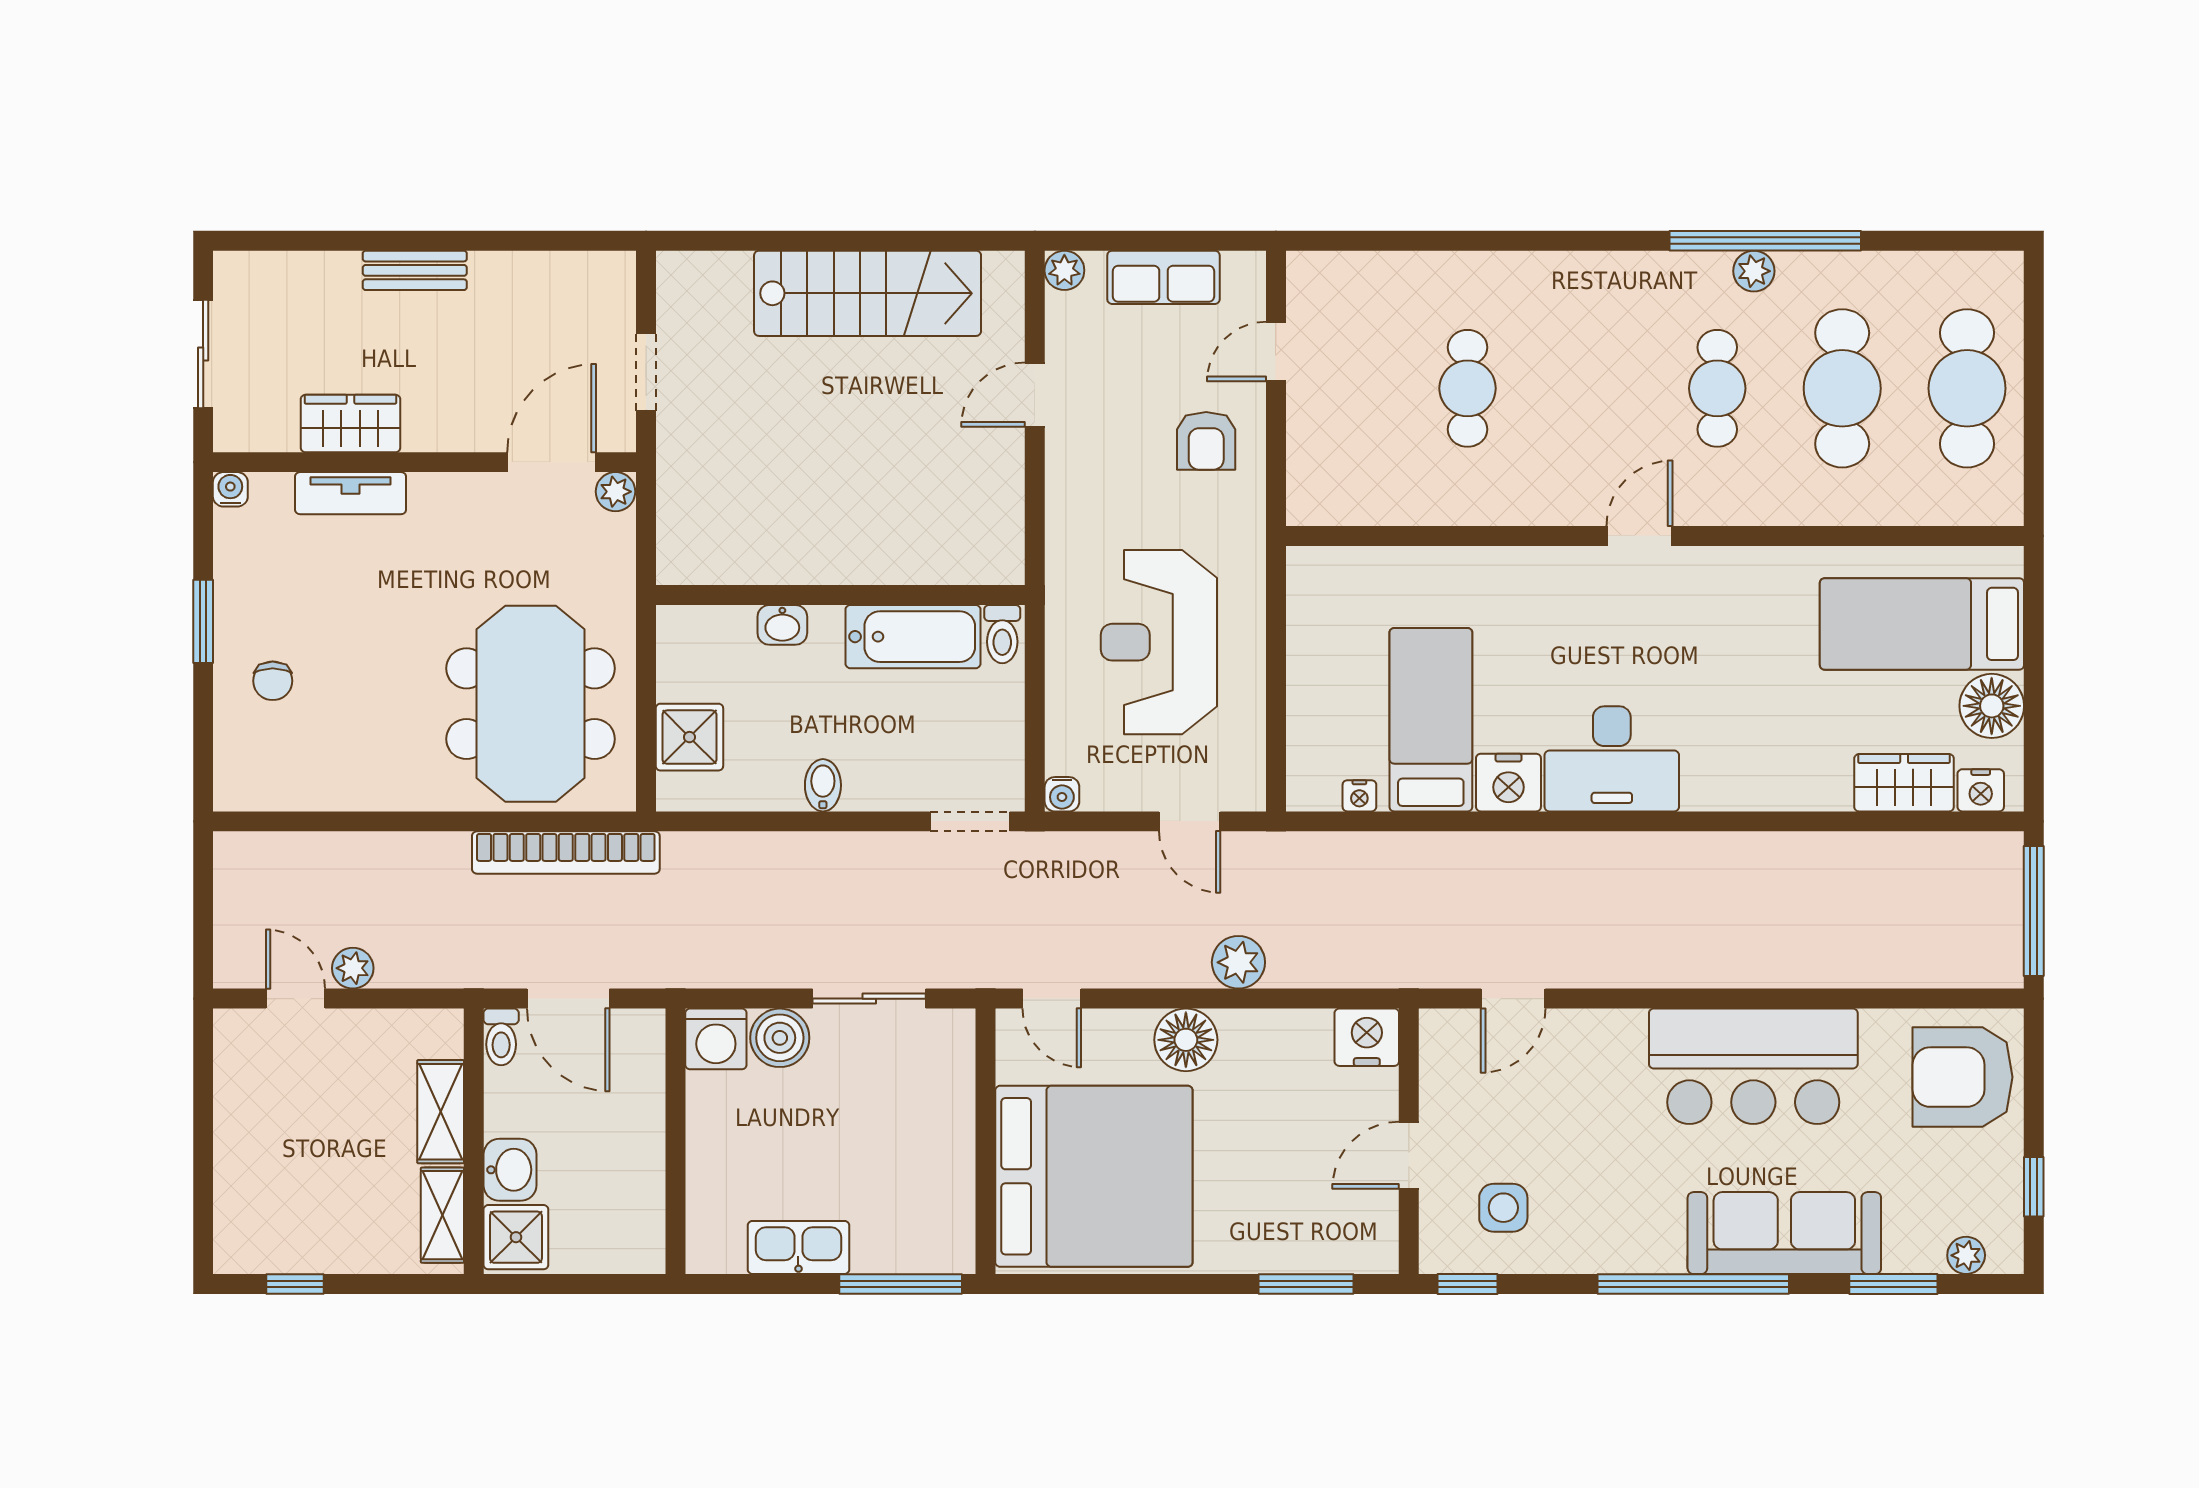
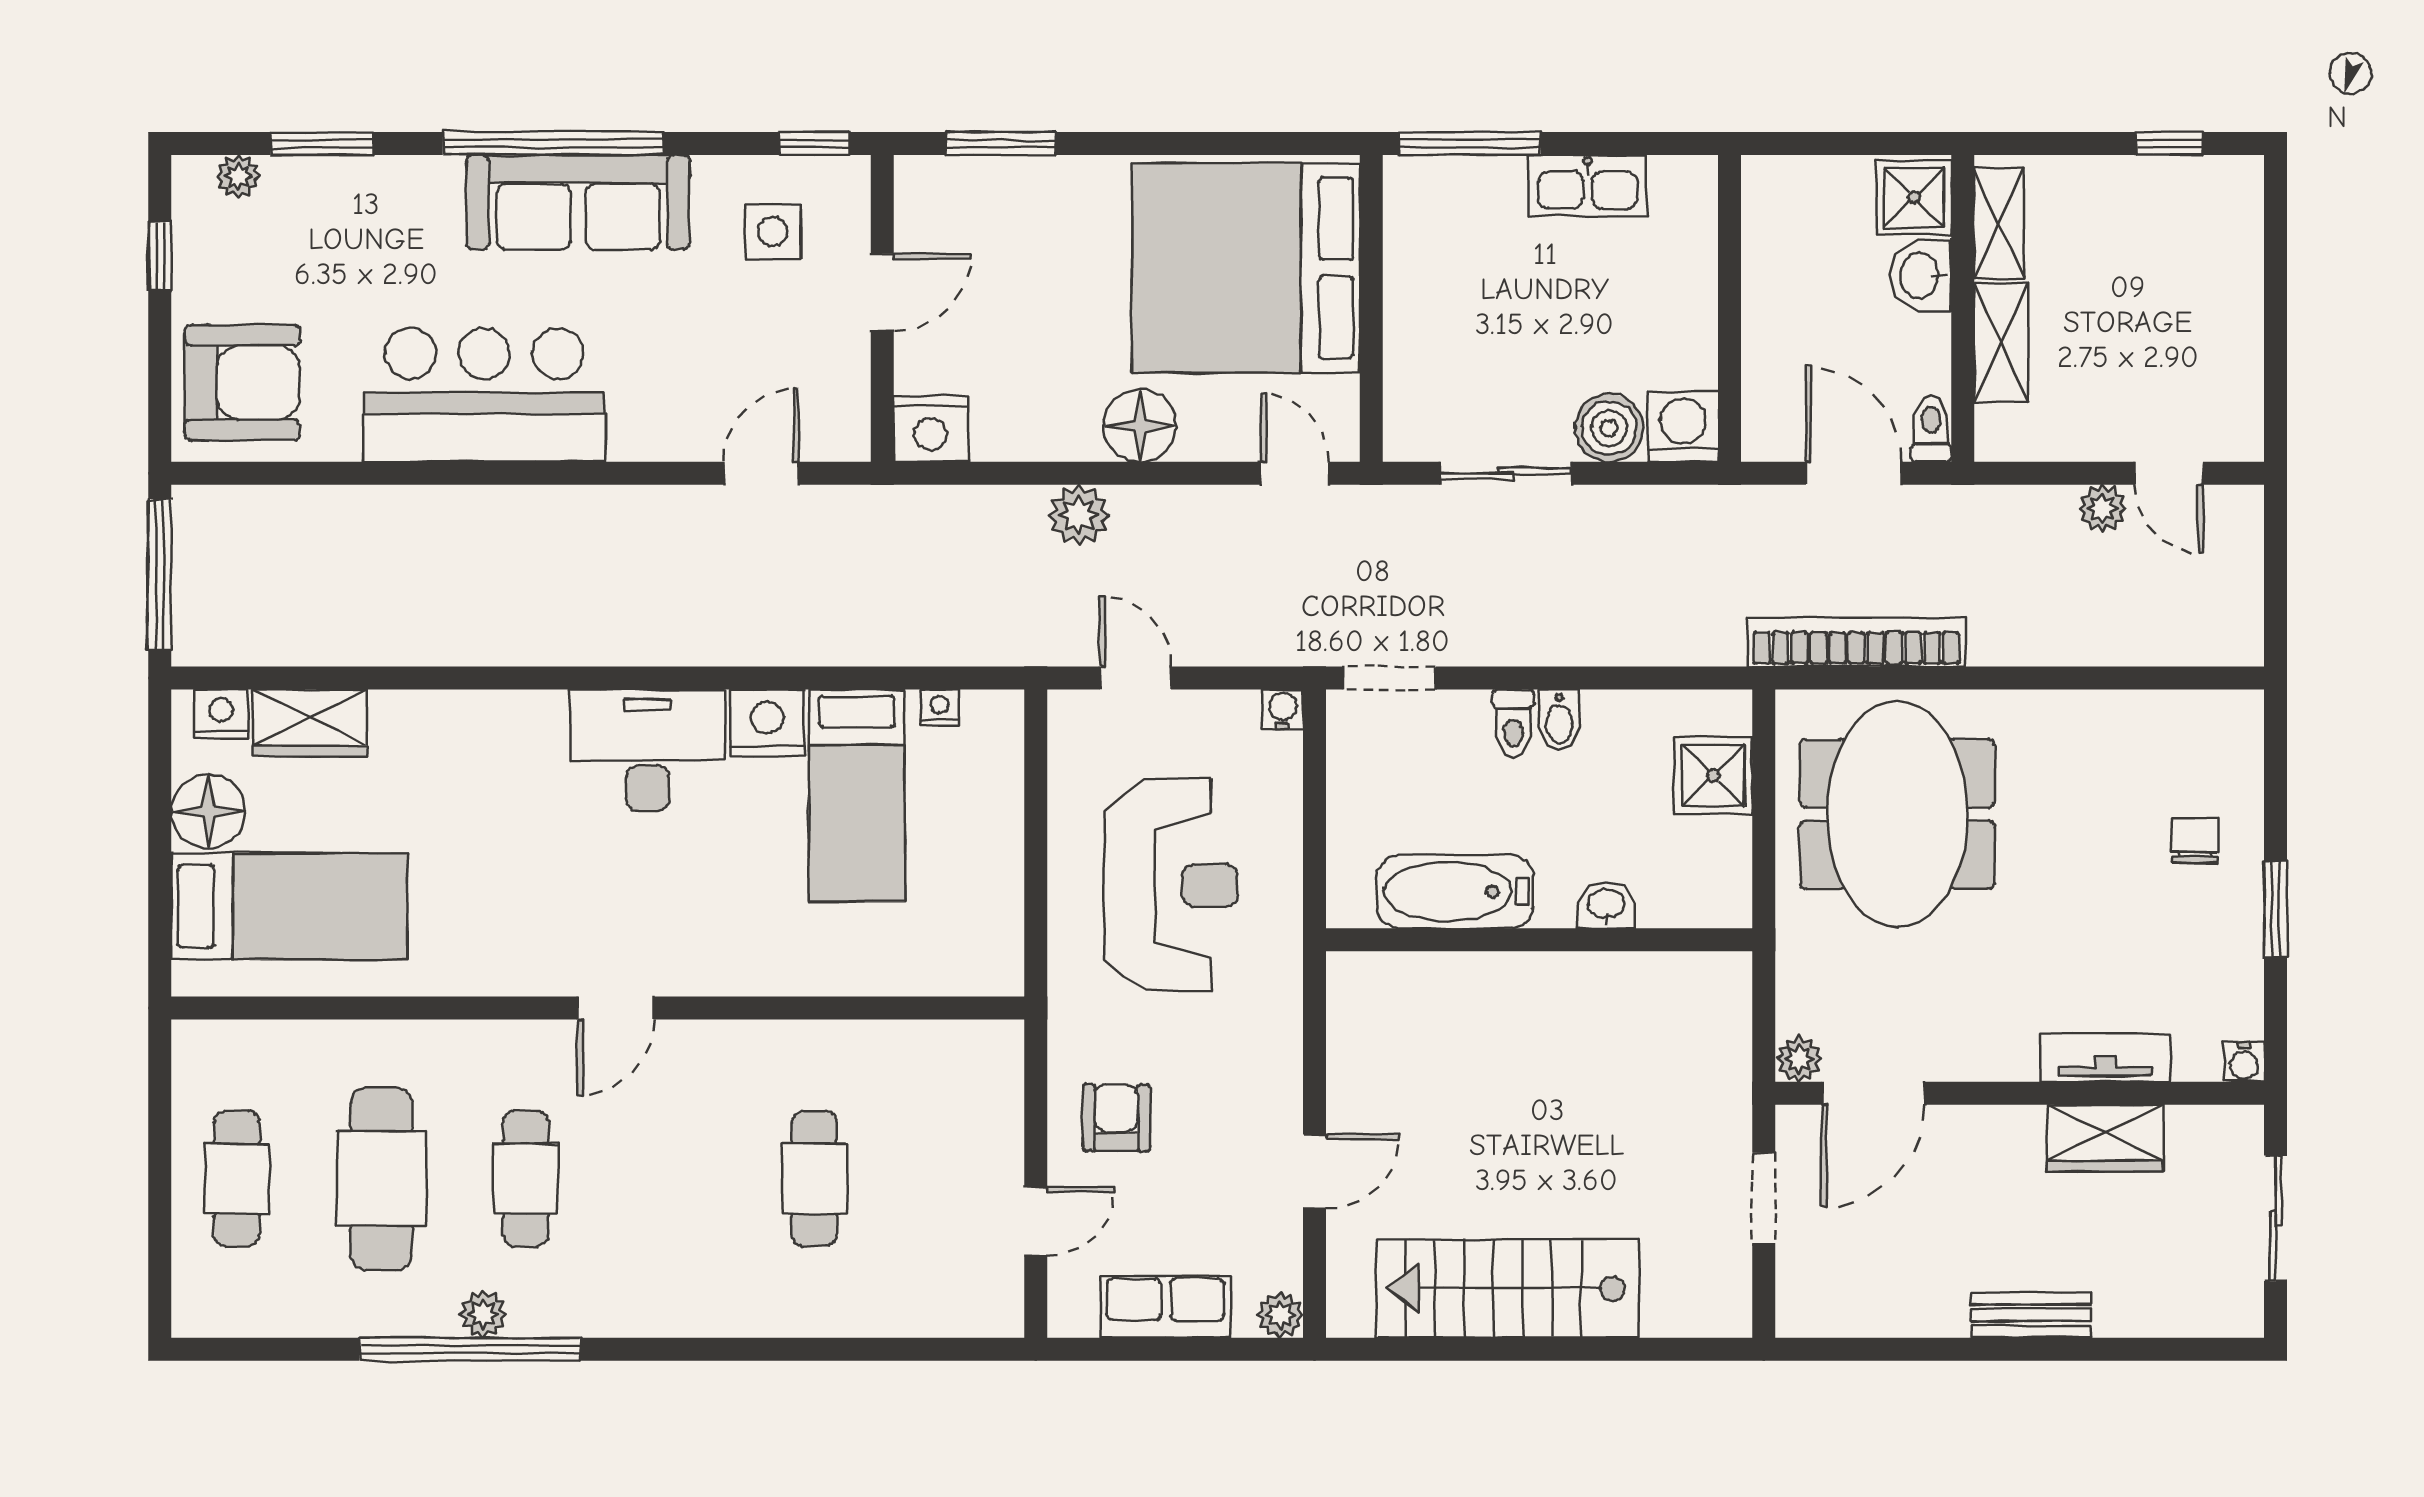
cafe table: (1967, 388) -> (237, 1179), width x0.73, depth x0.74
toilet: (1002, 634) -> (1513, 723), moved, turned 180
sofa: (1784, 1233) -> (578, 202), moved

